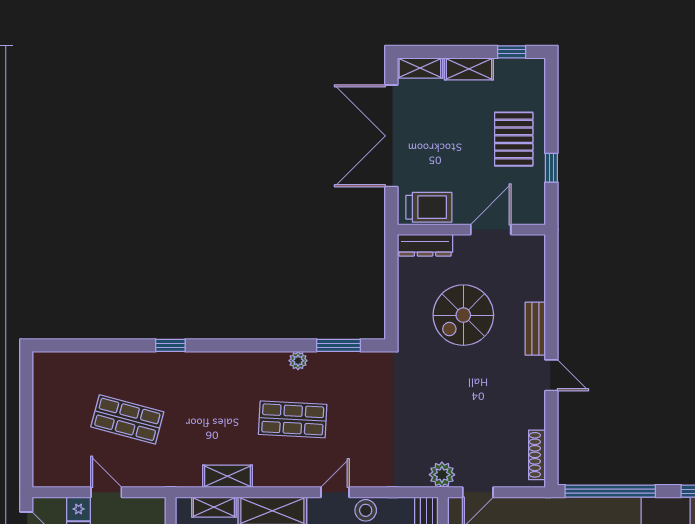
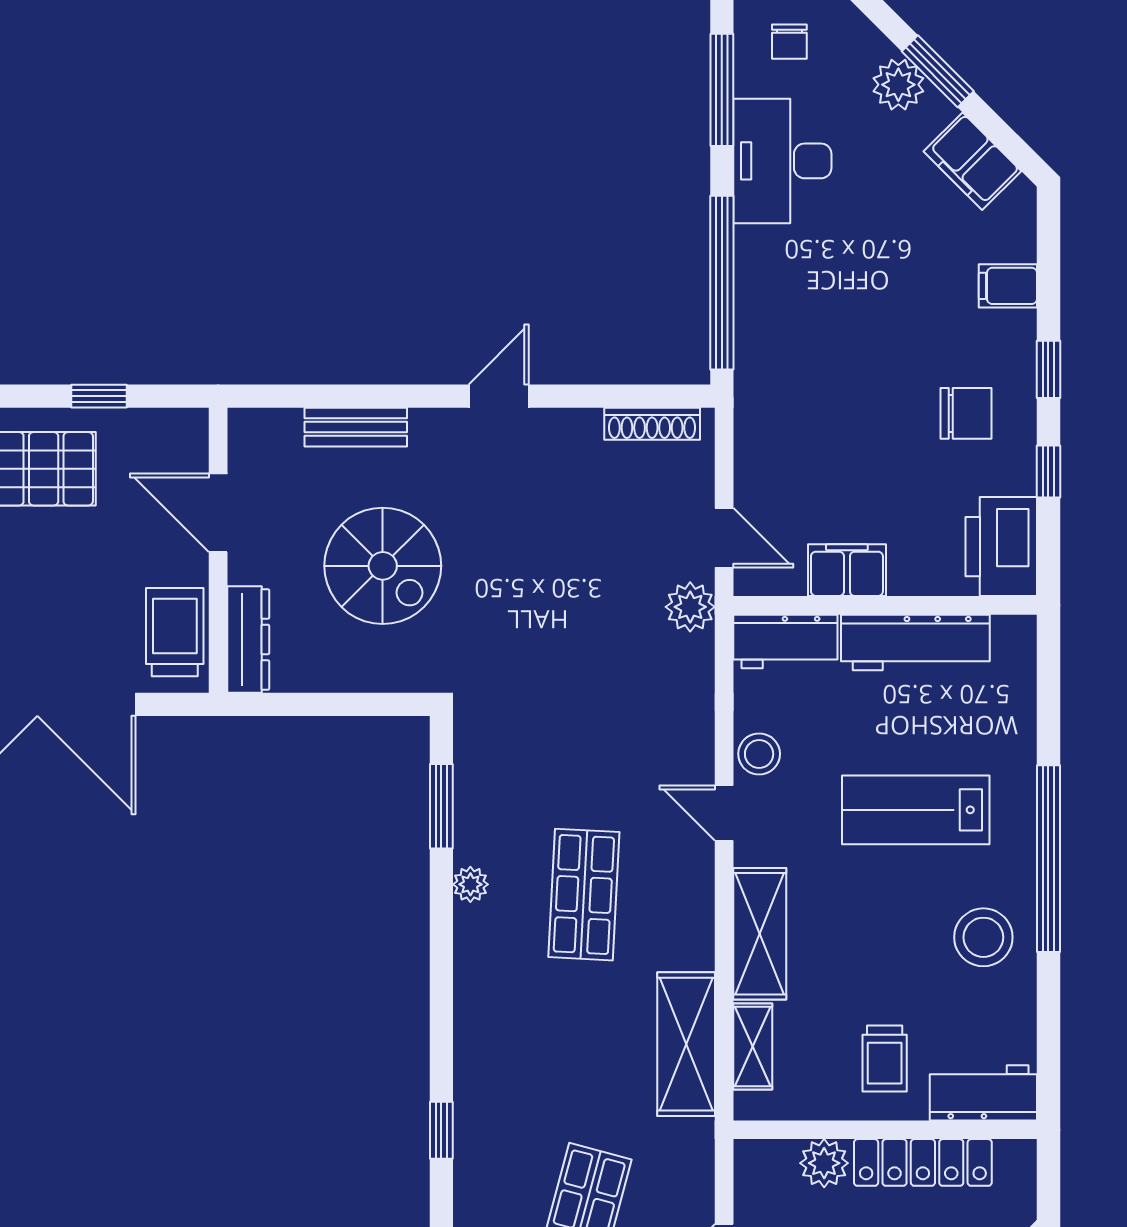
bench: (535, 329) -> (356, 427), moved
shelving: (228, 476) -> (686, 1044), width x1.50, depth x1.33

